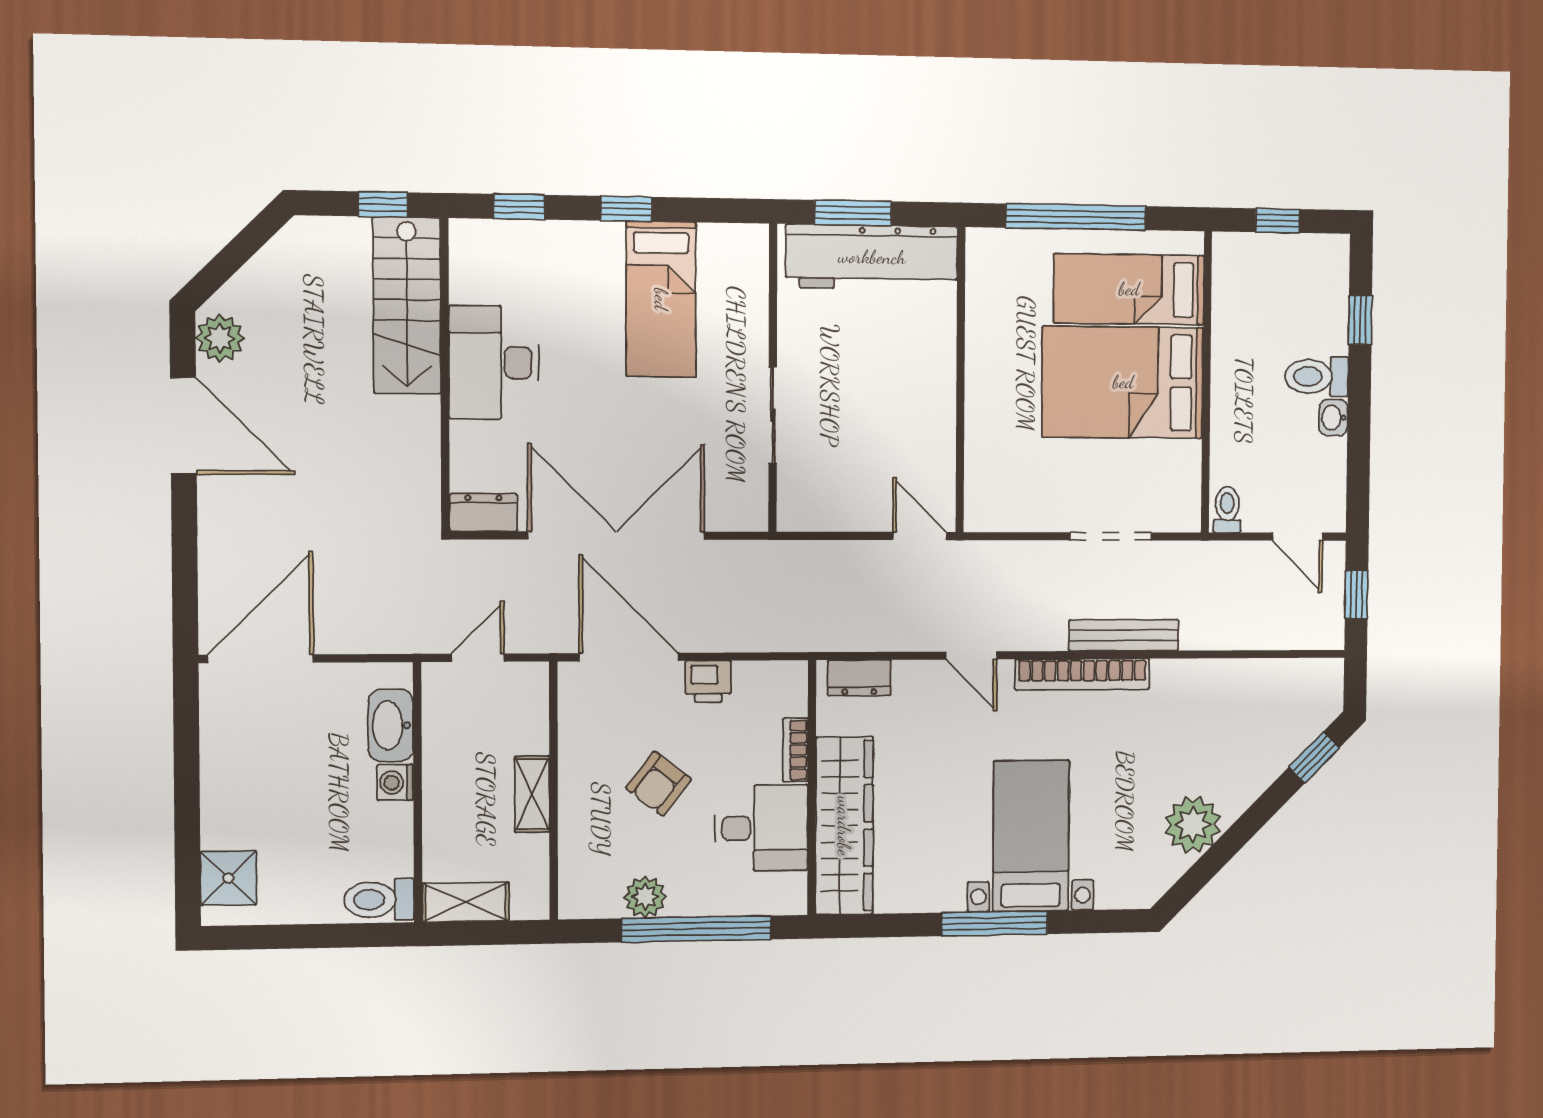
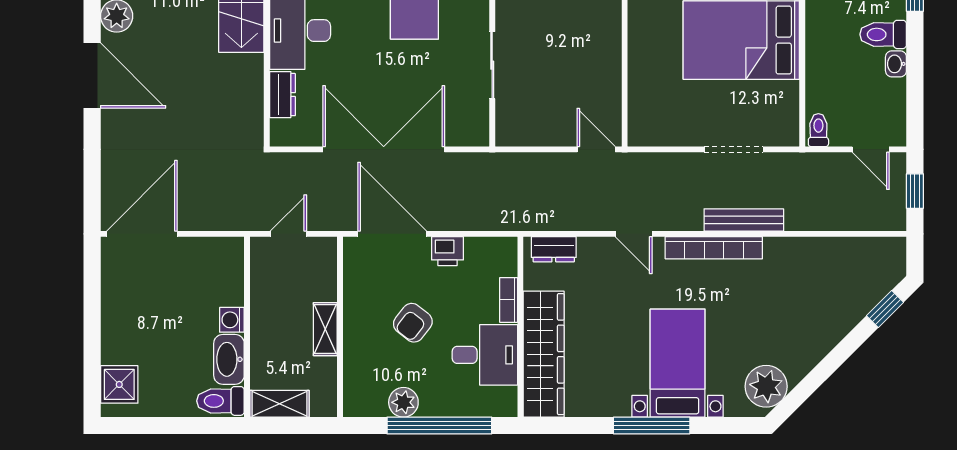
dresser: (483, 513) -> (283, 95), moved, turned 90
washbasin: (391, 725) -> (229, 359), moved
plant: (1193, 825) -> (766, 386), moved

